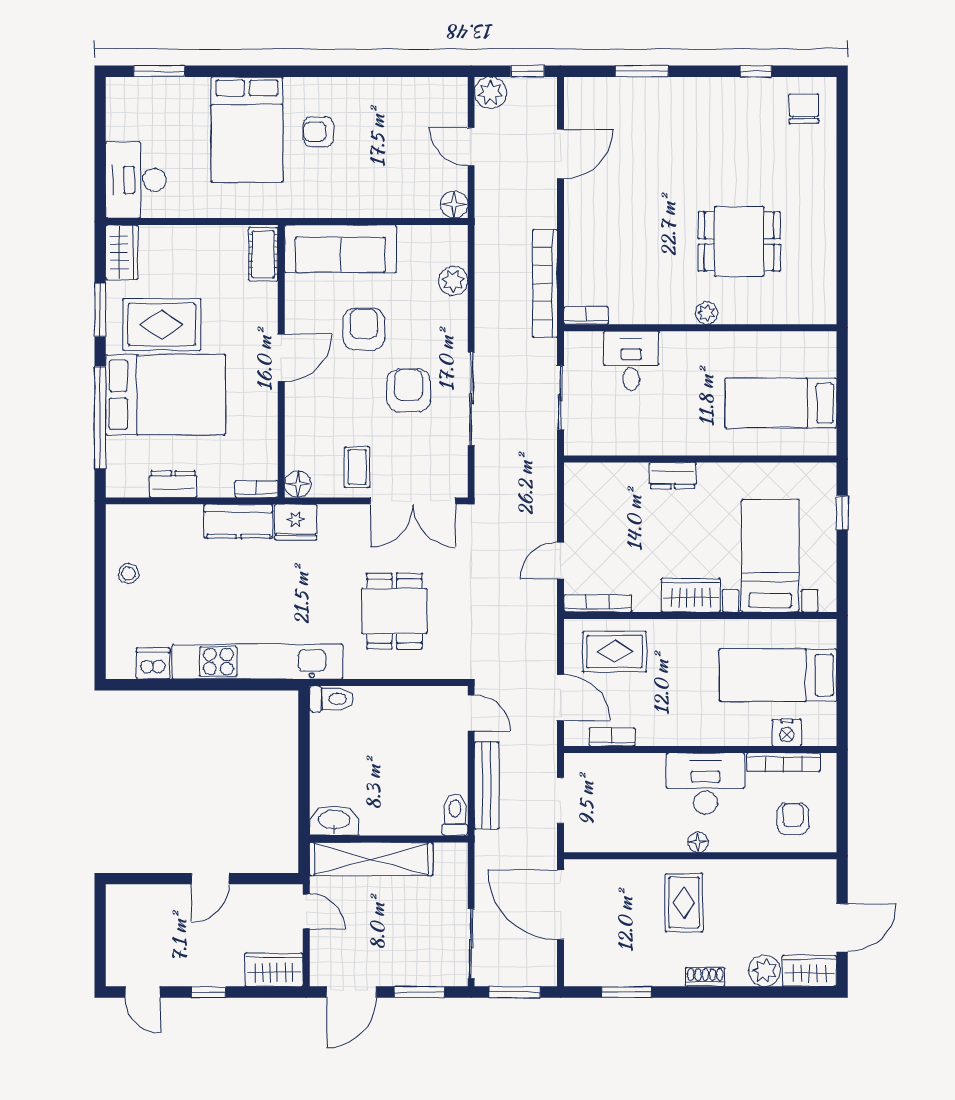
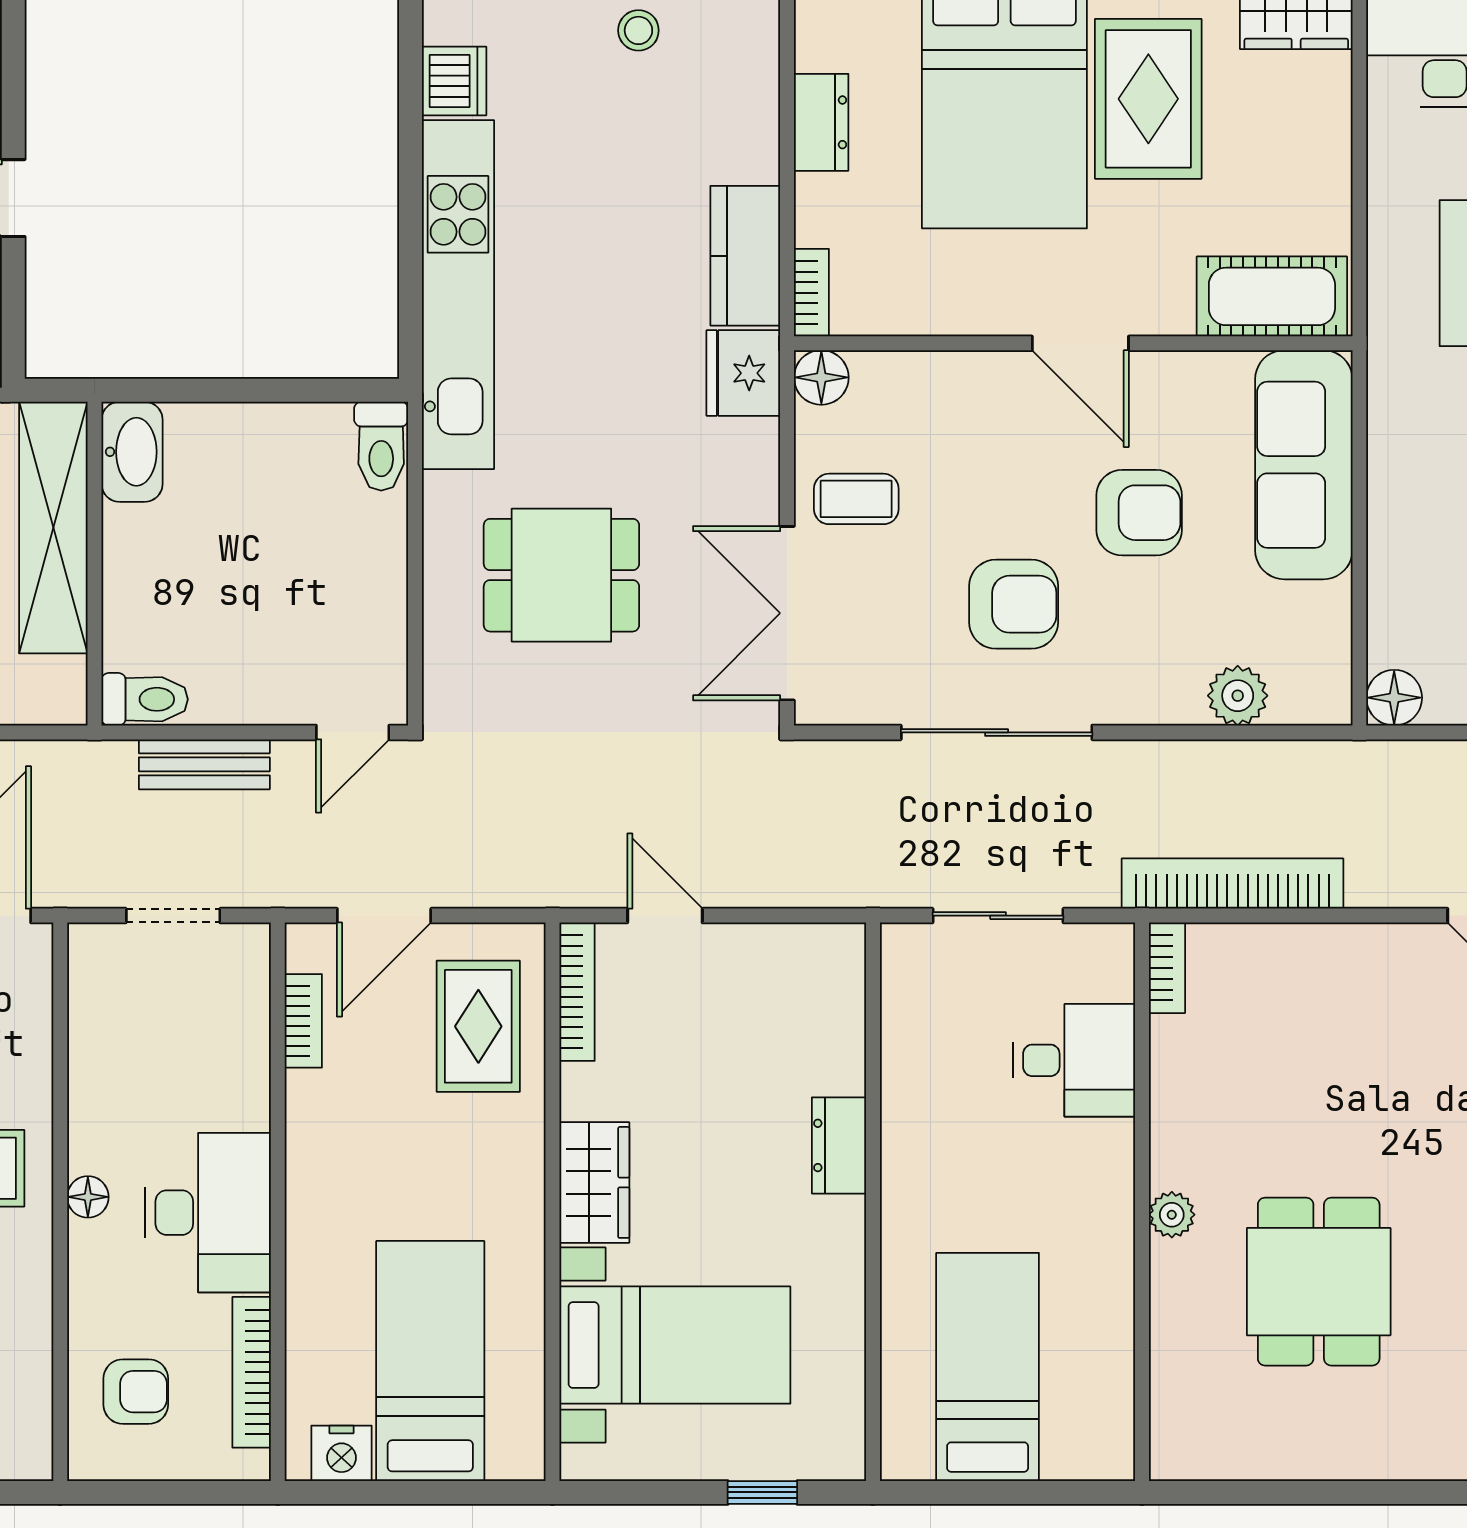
cot: (263, 254) -> (1272, 296), width x1.37, depth x1.34
nightstand: (787, 733) -> (341, 1453), moved, turned -90
bench: (487, 785) -> (204, 764), width x0.73

